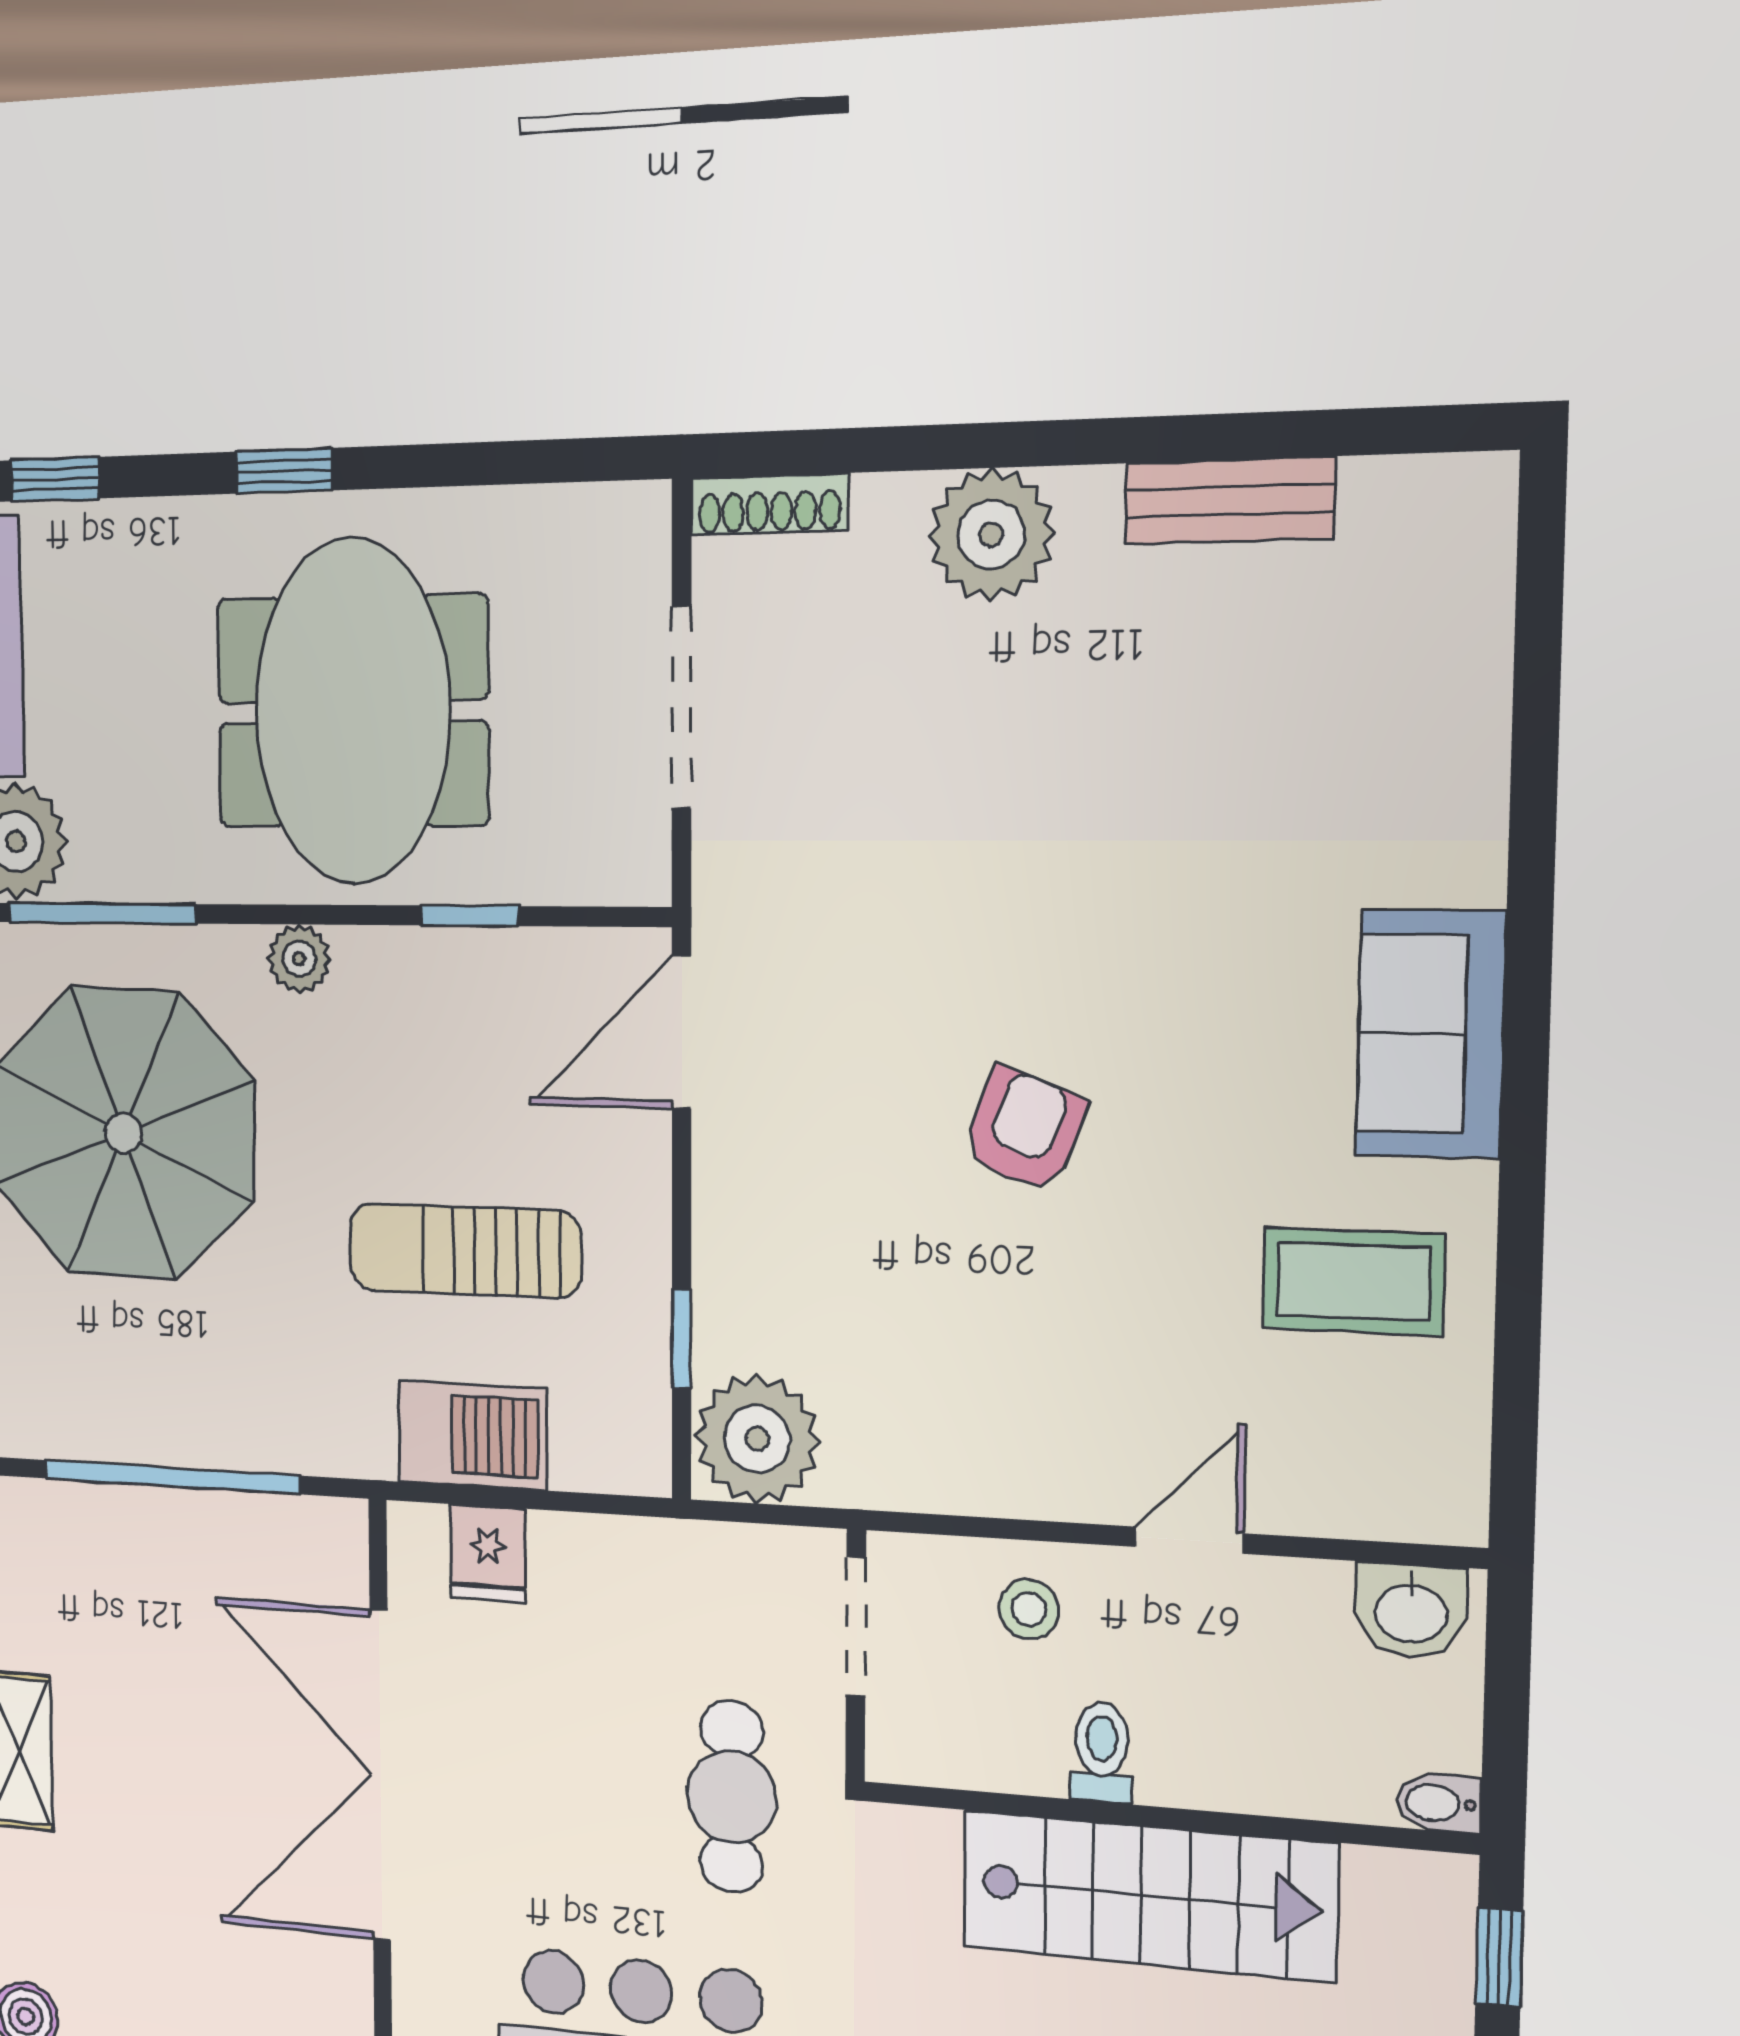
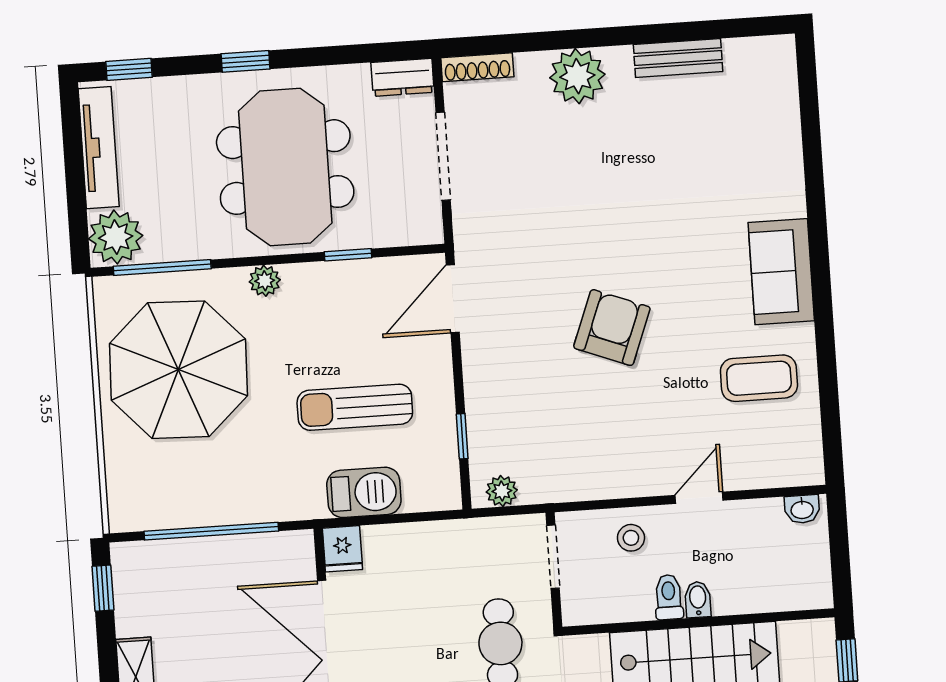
dresser: (606, 521) -> (403, 77), added
armchair: (1024, 1130) -> (612, 328), width x1.38, depth x1.38
plant: (757, 1439) -> (502, 491), width x0.53, depth x0.53
fridge: (488, 1553) -> (342, 549), moved
washbasin: (1411, 1611) -> (802, 509), width x0.72, depth x0.69
bidet: (1438, 1803) -> (698, 599), moved, turned 90

